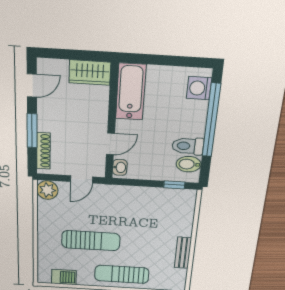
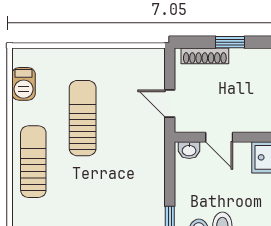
window: (32, 131) -> (230, 42), width x0.67
plant: (47, 190) -> (152, 61), removed
sun lounger: (91, 241) -> (83, 118), turned 180

